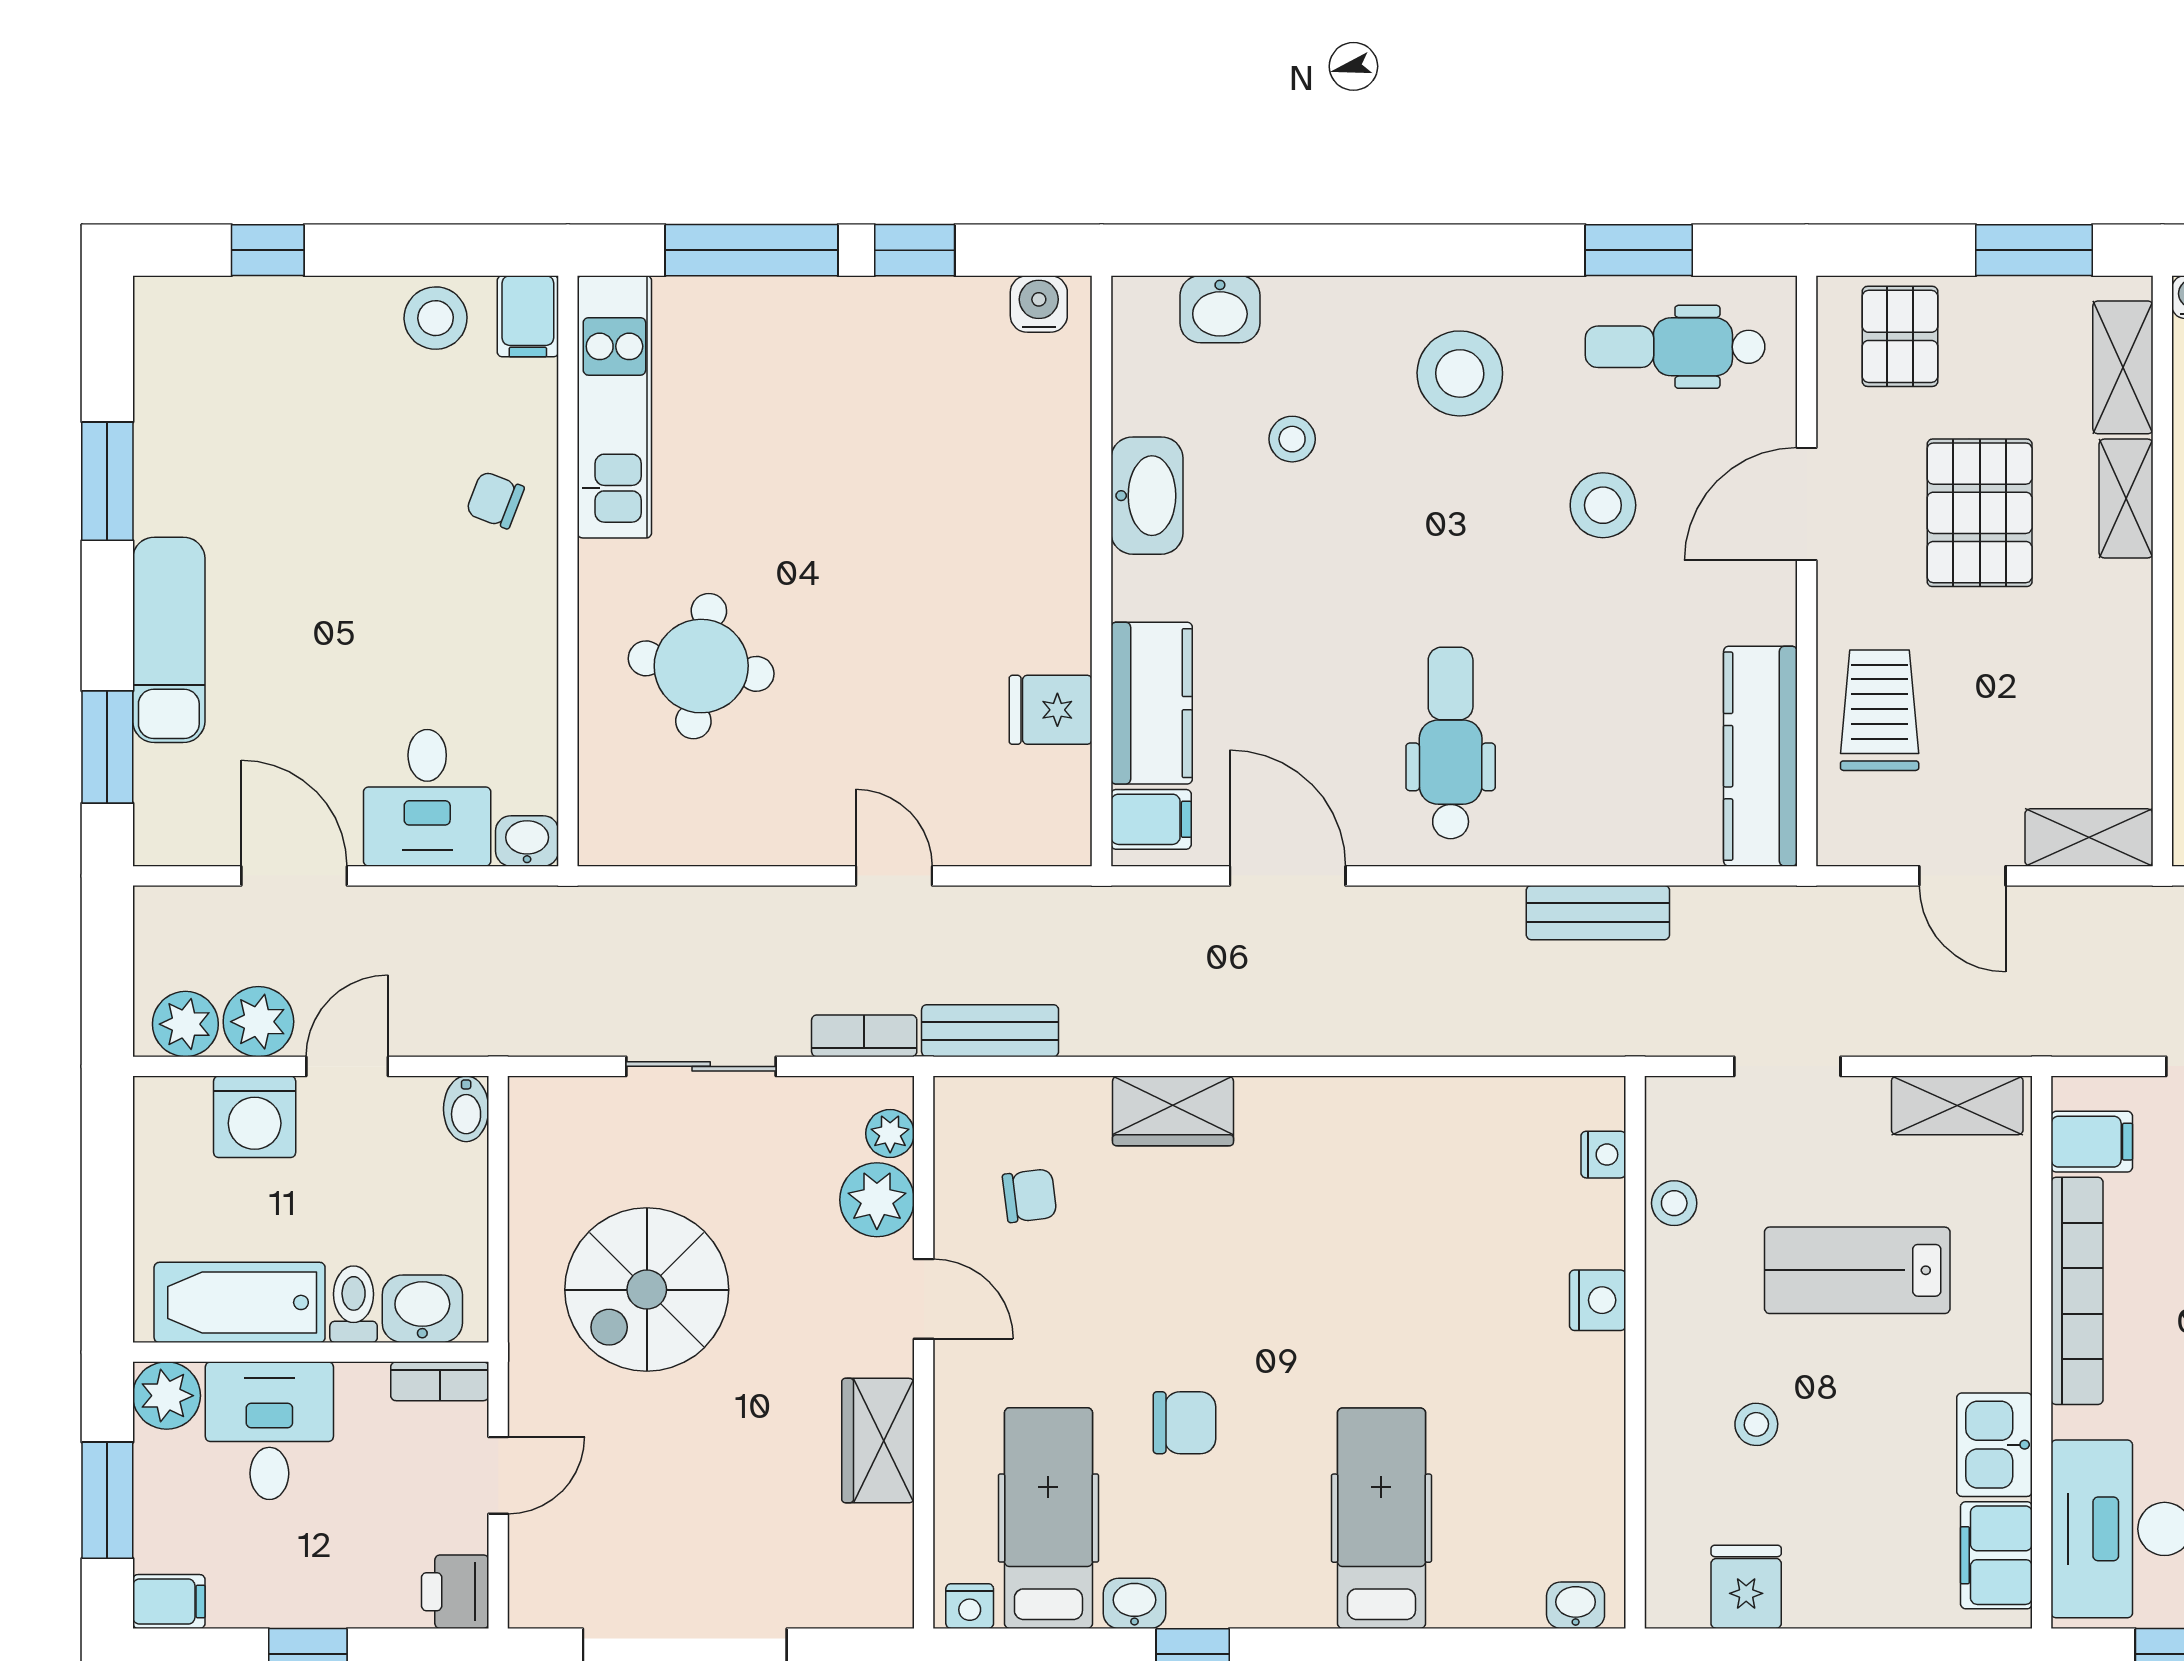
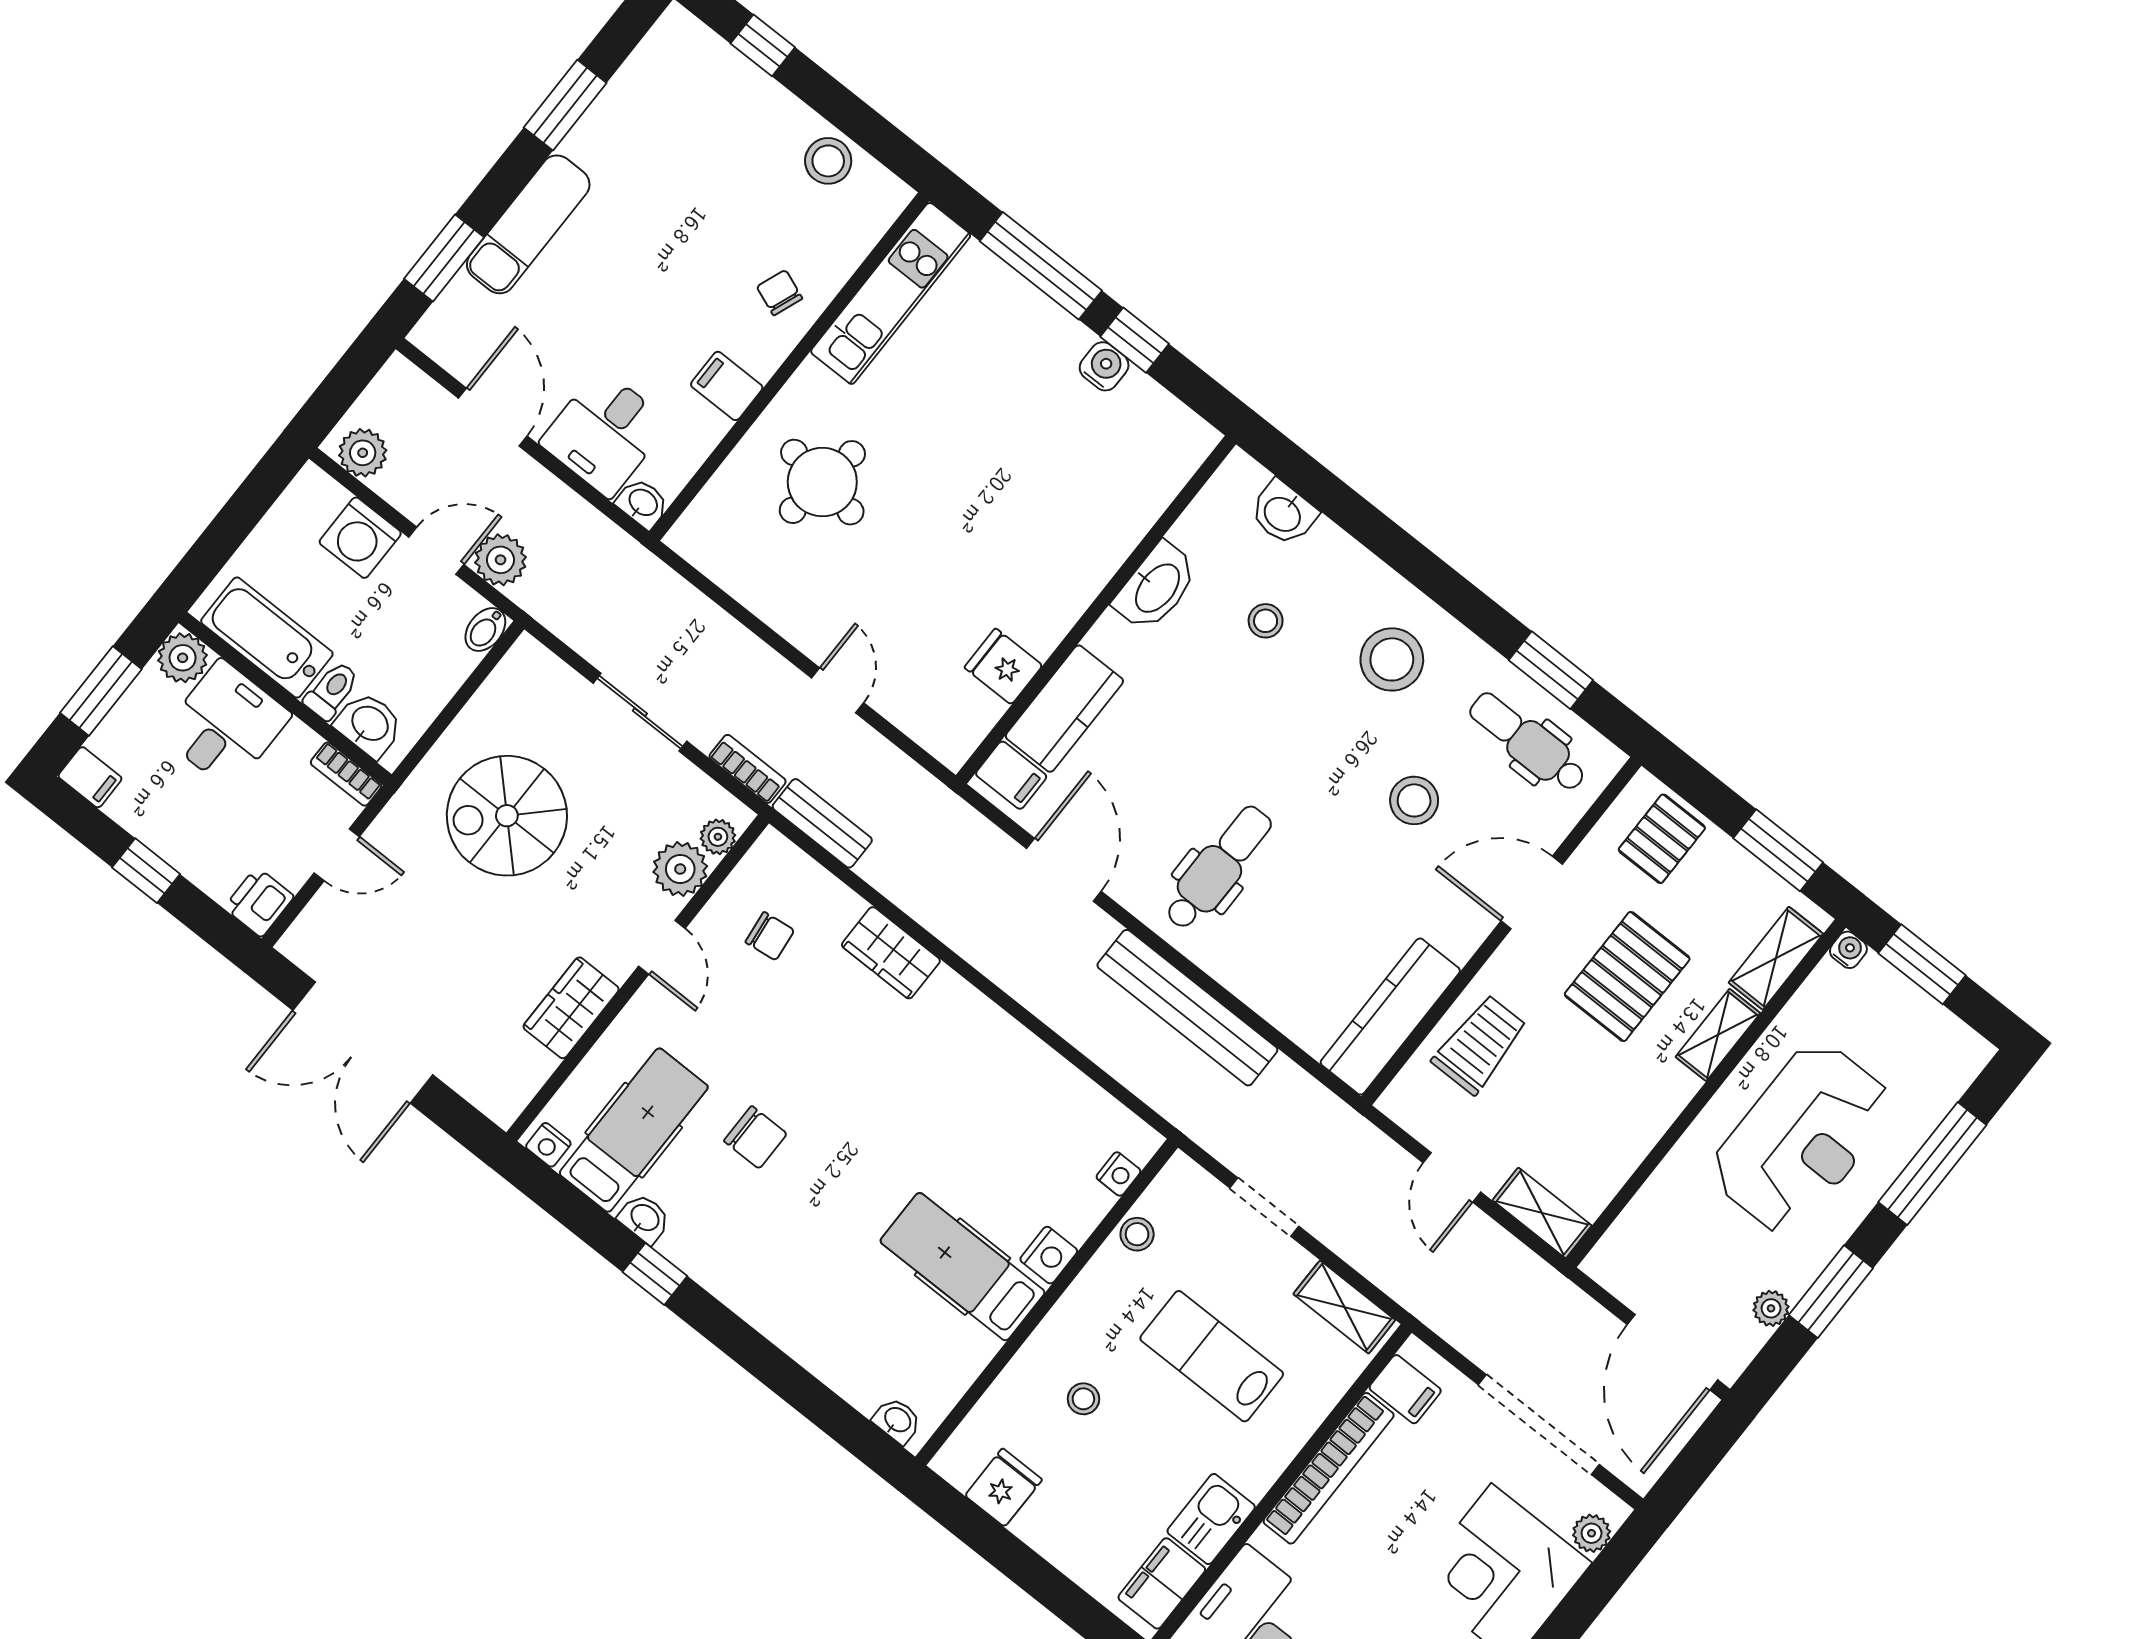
water cooler: (1039, 304) -> (1104, 366), moved
filing cabinet: (528, 316) -> (727, 386), moved, turned 90
bench: (1598, 913) -> (1187, 1008), width x1.86, depth x1.21
plant: (258, 1022) -> (501, 560), moved
hospital bed: (1381, 1518) -> (962, 1267), moved, turned -90

